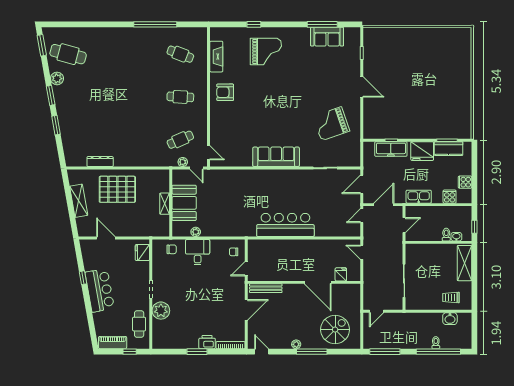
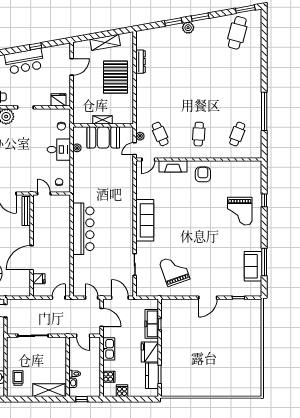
fireplace: (216, 57) -> (173, 166), moved
plant: (57, 78) -> (188, 28), moved

